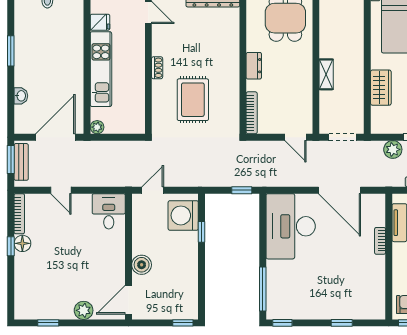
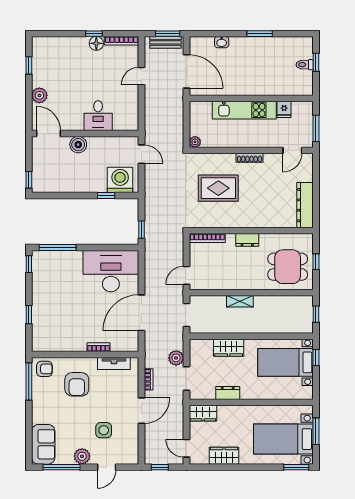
shoe rack: (157, 68) -> (249, 158), width x1.43
plant: (97, 127) -> (195, 142), moved
desk: (109, 211) -> (98, 116), moved, turned 90

